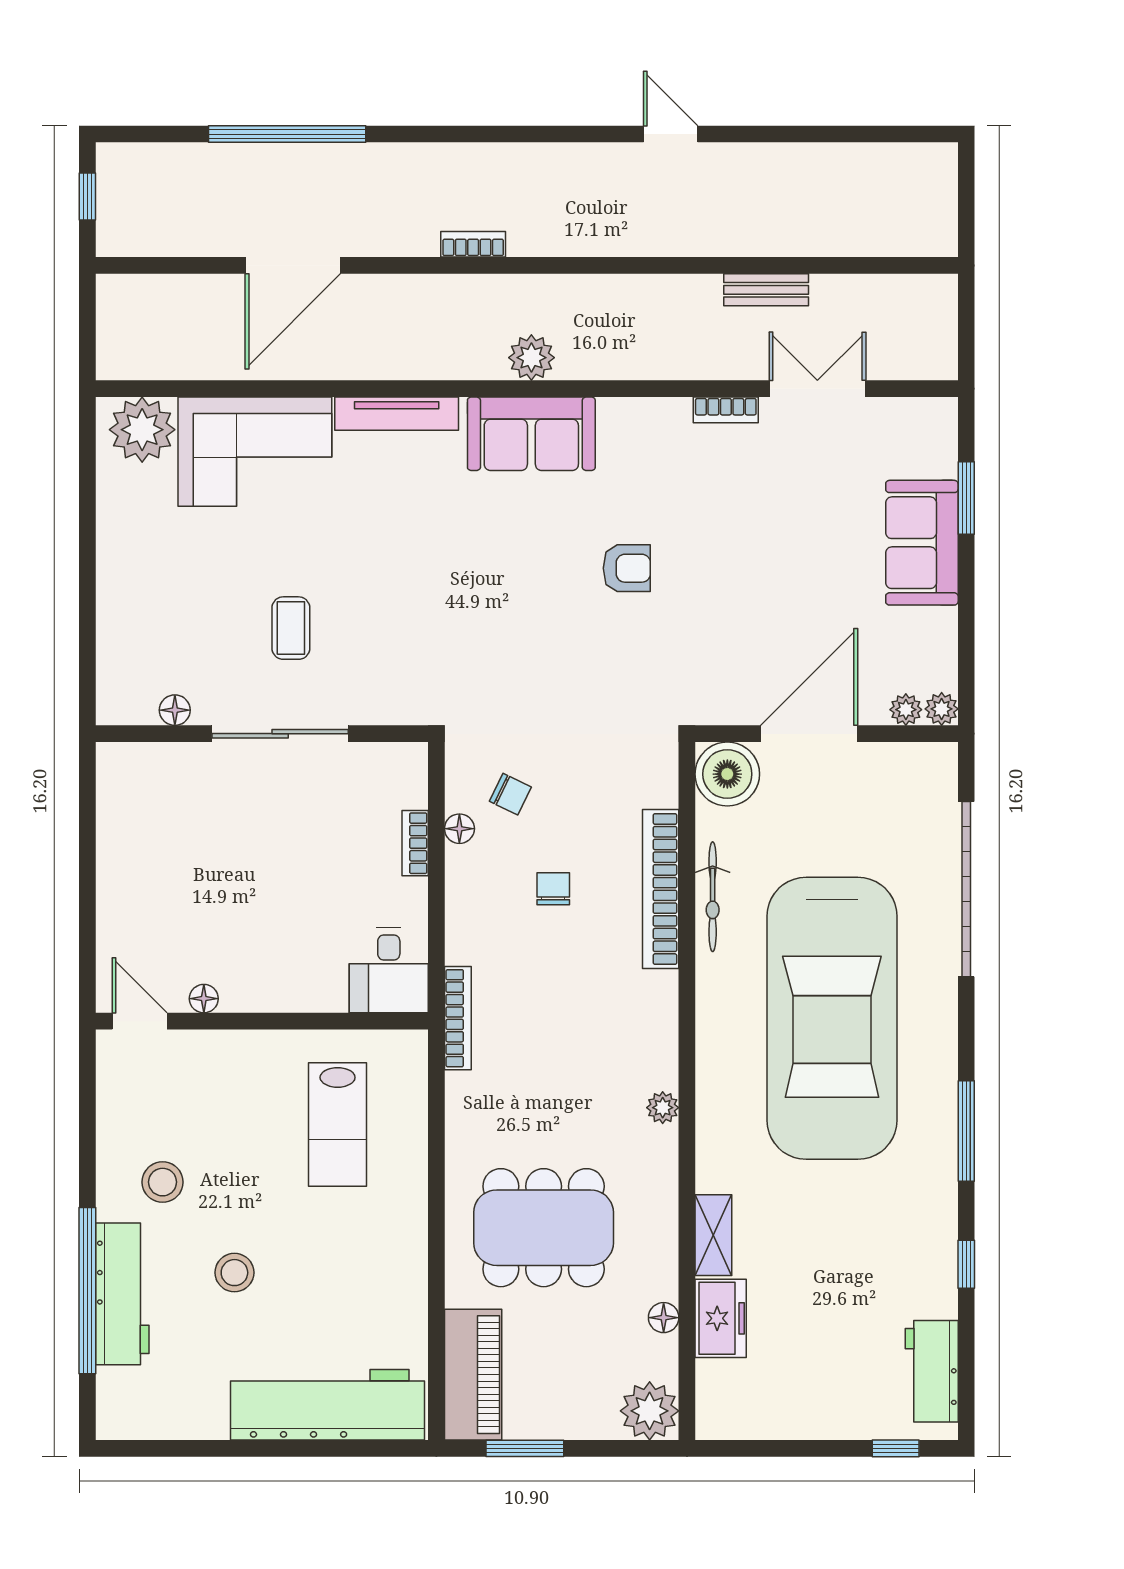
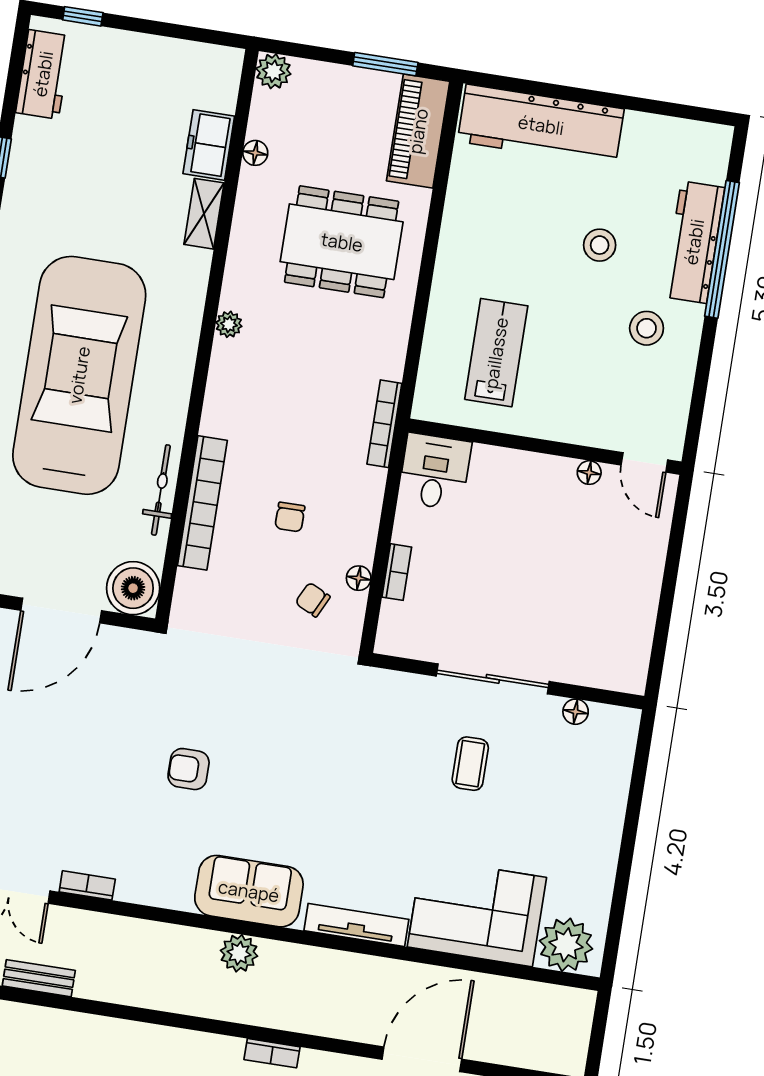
plant: (650, 1411) -> (273, 71), width x0.73, depth x0.73

